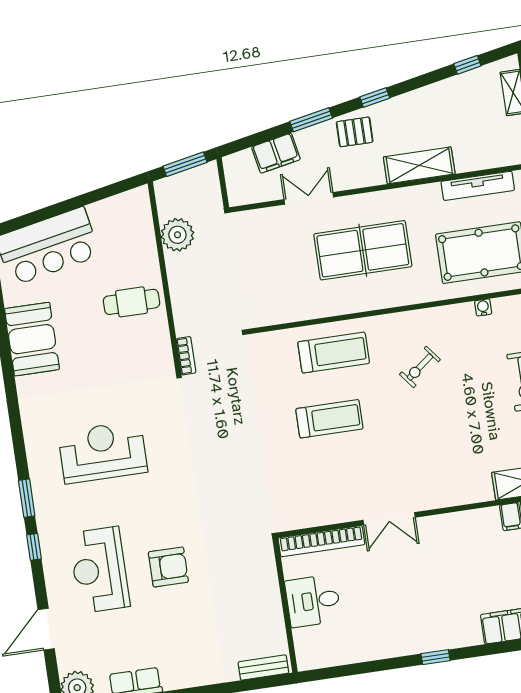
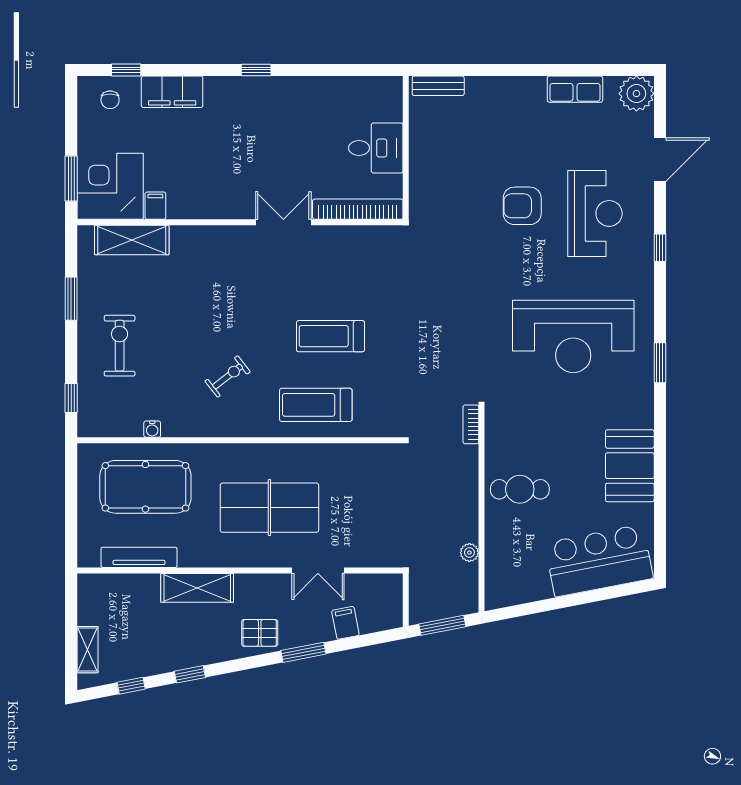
window: (375, 97) -> (190, 674), moved
filing cabinet: (276, 153) -> (345, 623), width x0.50
plant: (177, 235) -> (469, 553), width x0.53, depth x0.53
reception desk: (103, 452) -> (573, 336), width x1.36, depth x1.30
window: (27, 498) -> (660, 363), moved

